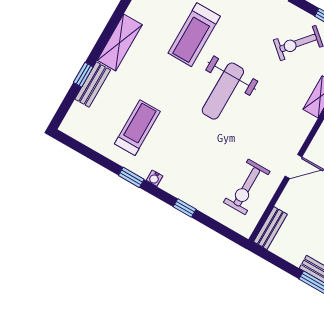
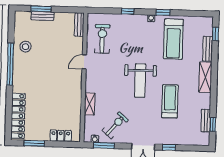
window: (83, 75) -> (215, 34), moved
weight bench: (223, 91) -> (140, 81), turned 180
treadmill: (137, 128) -> (173, 39), width x1.37, depth x1.38

